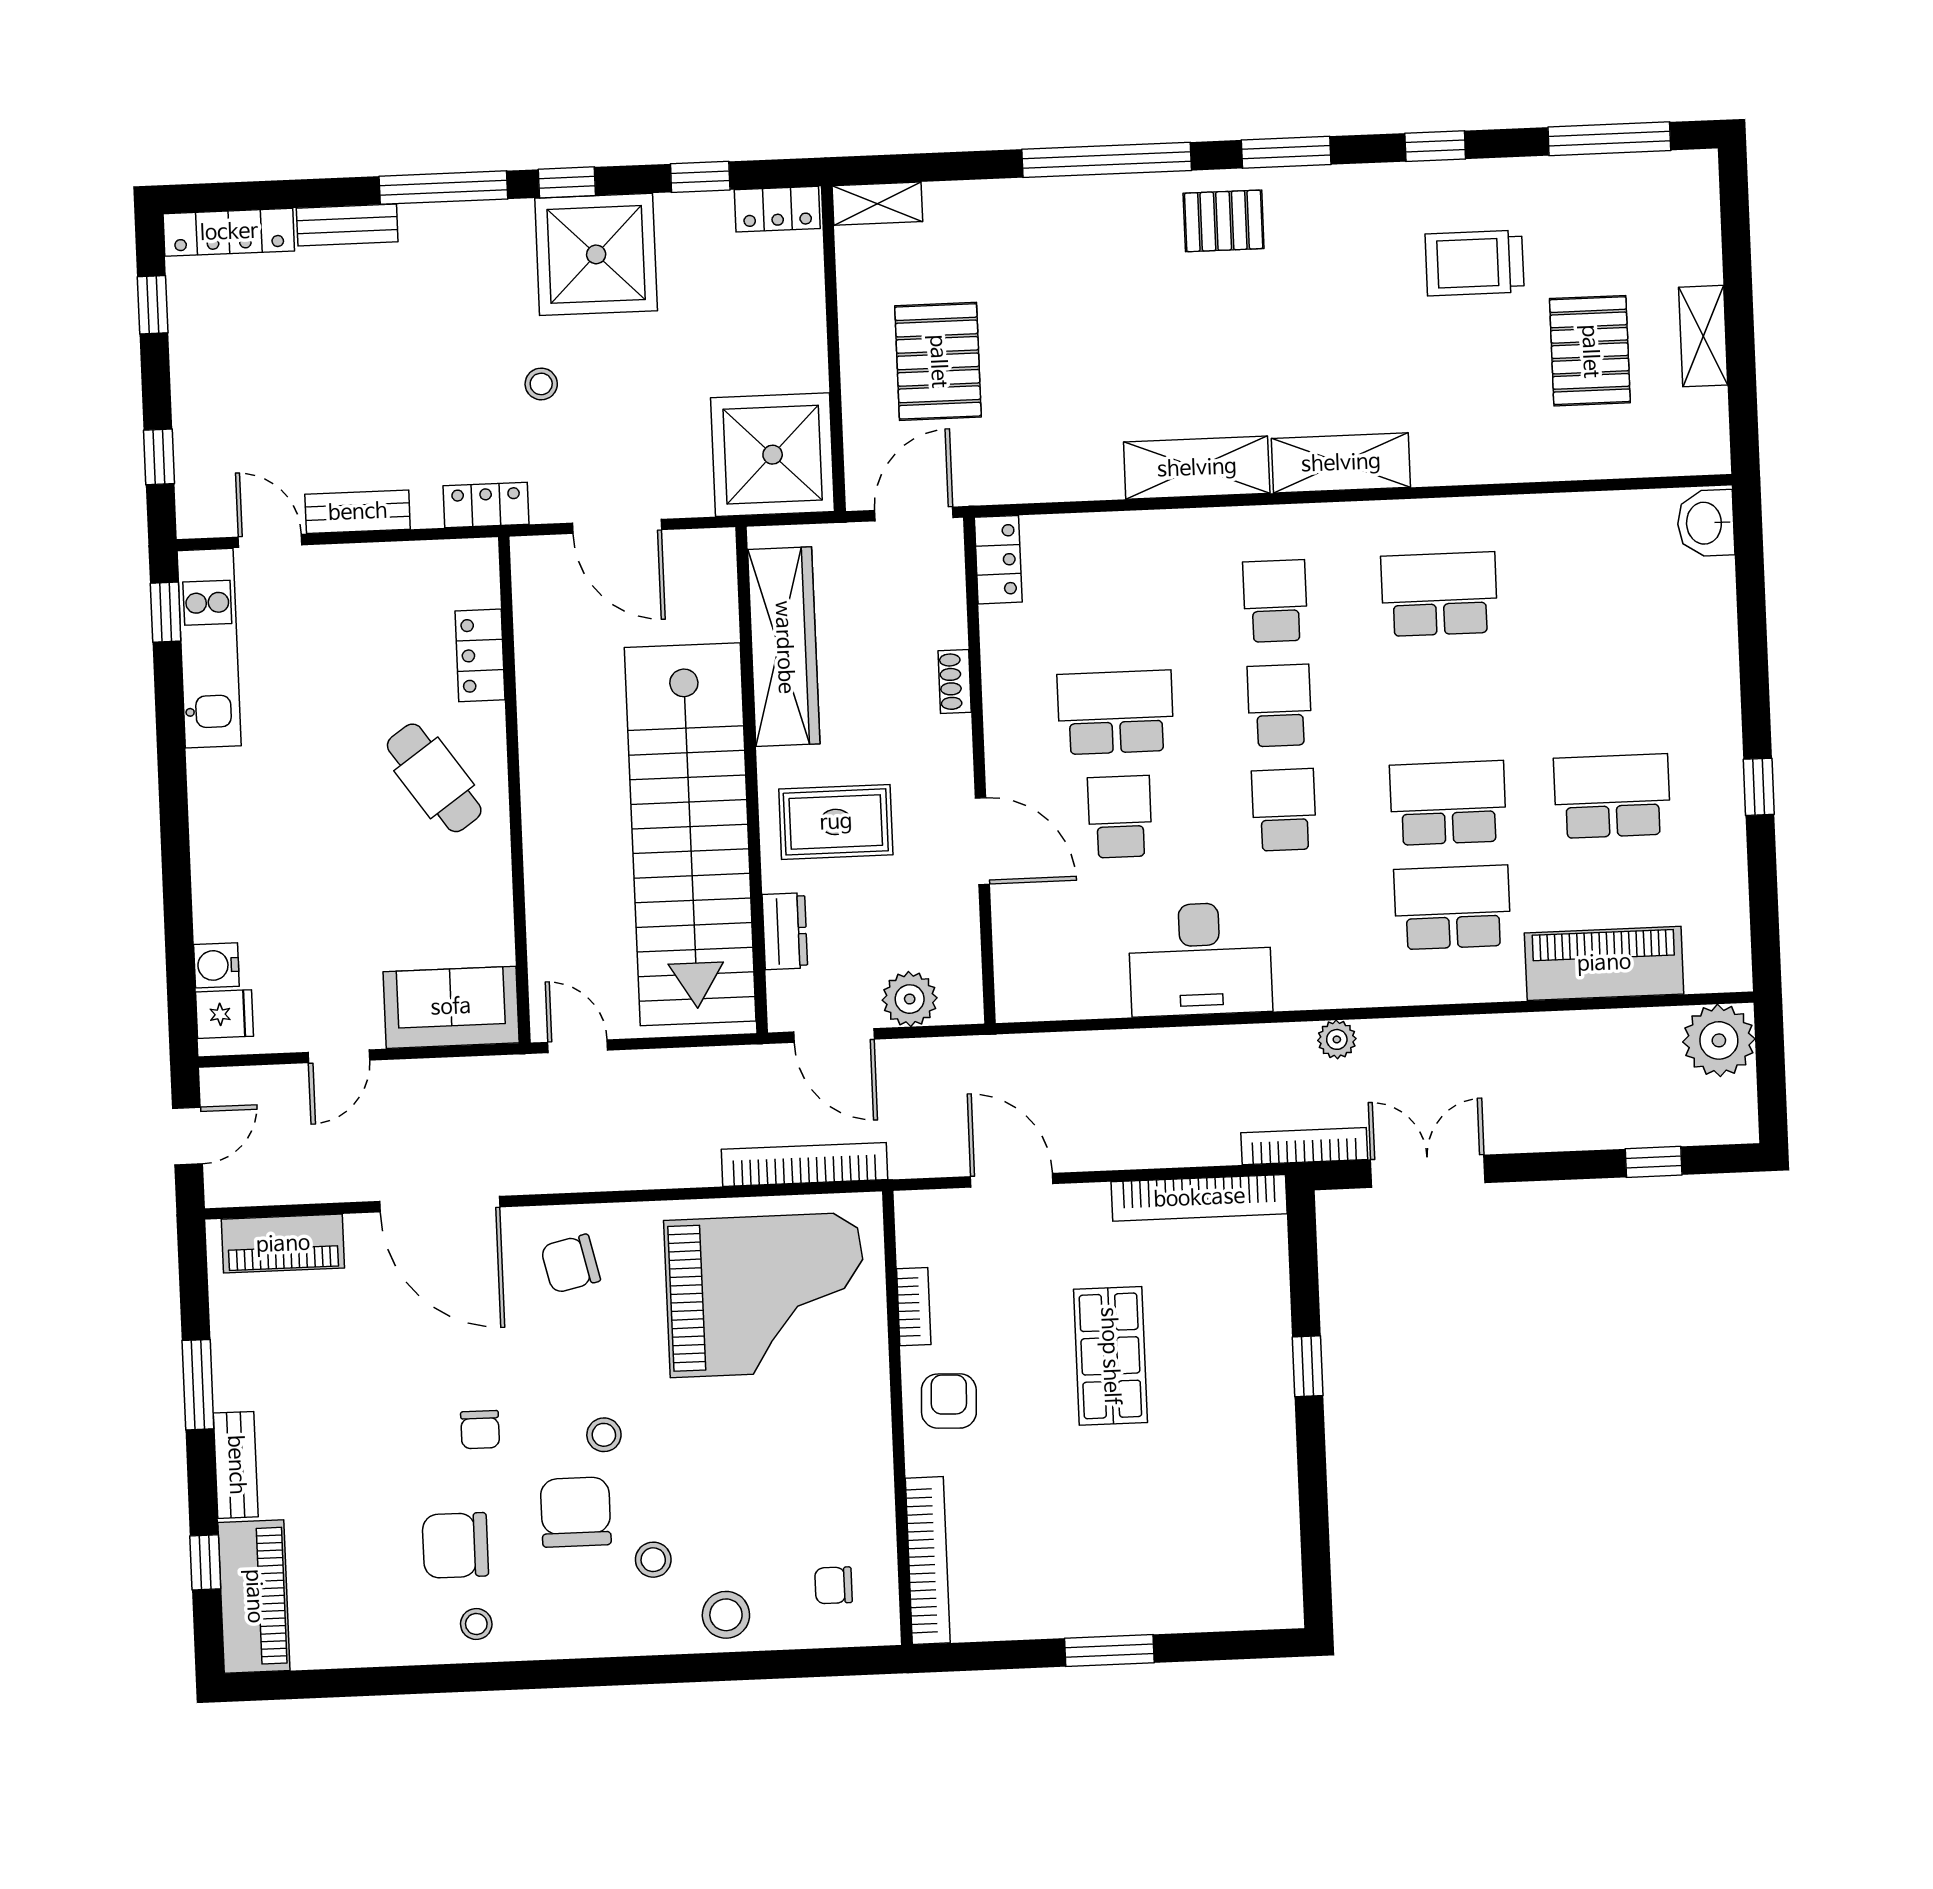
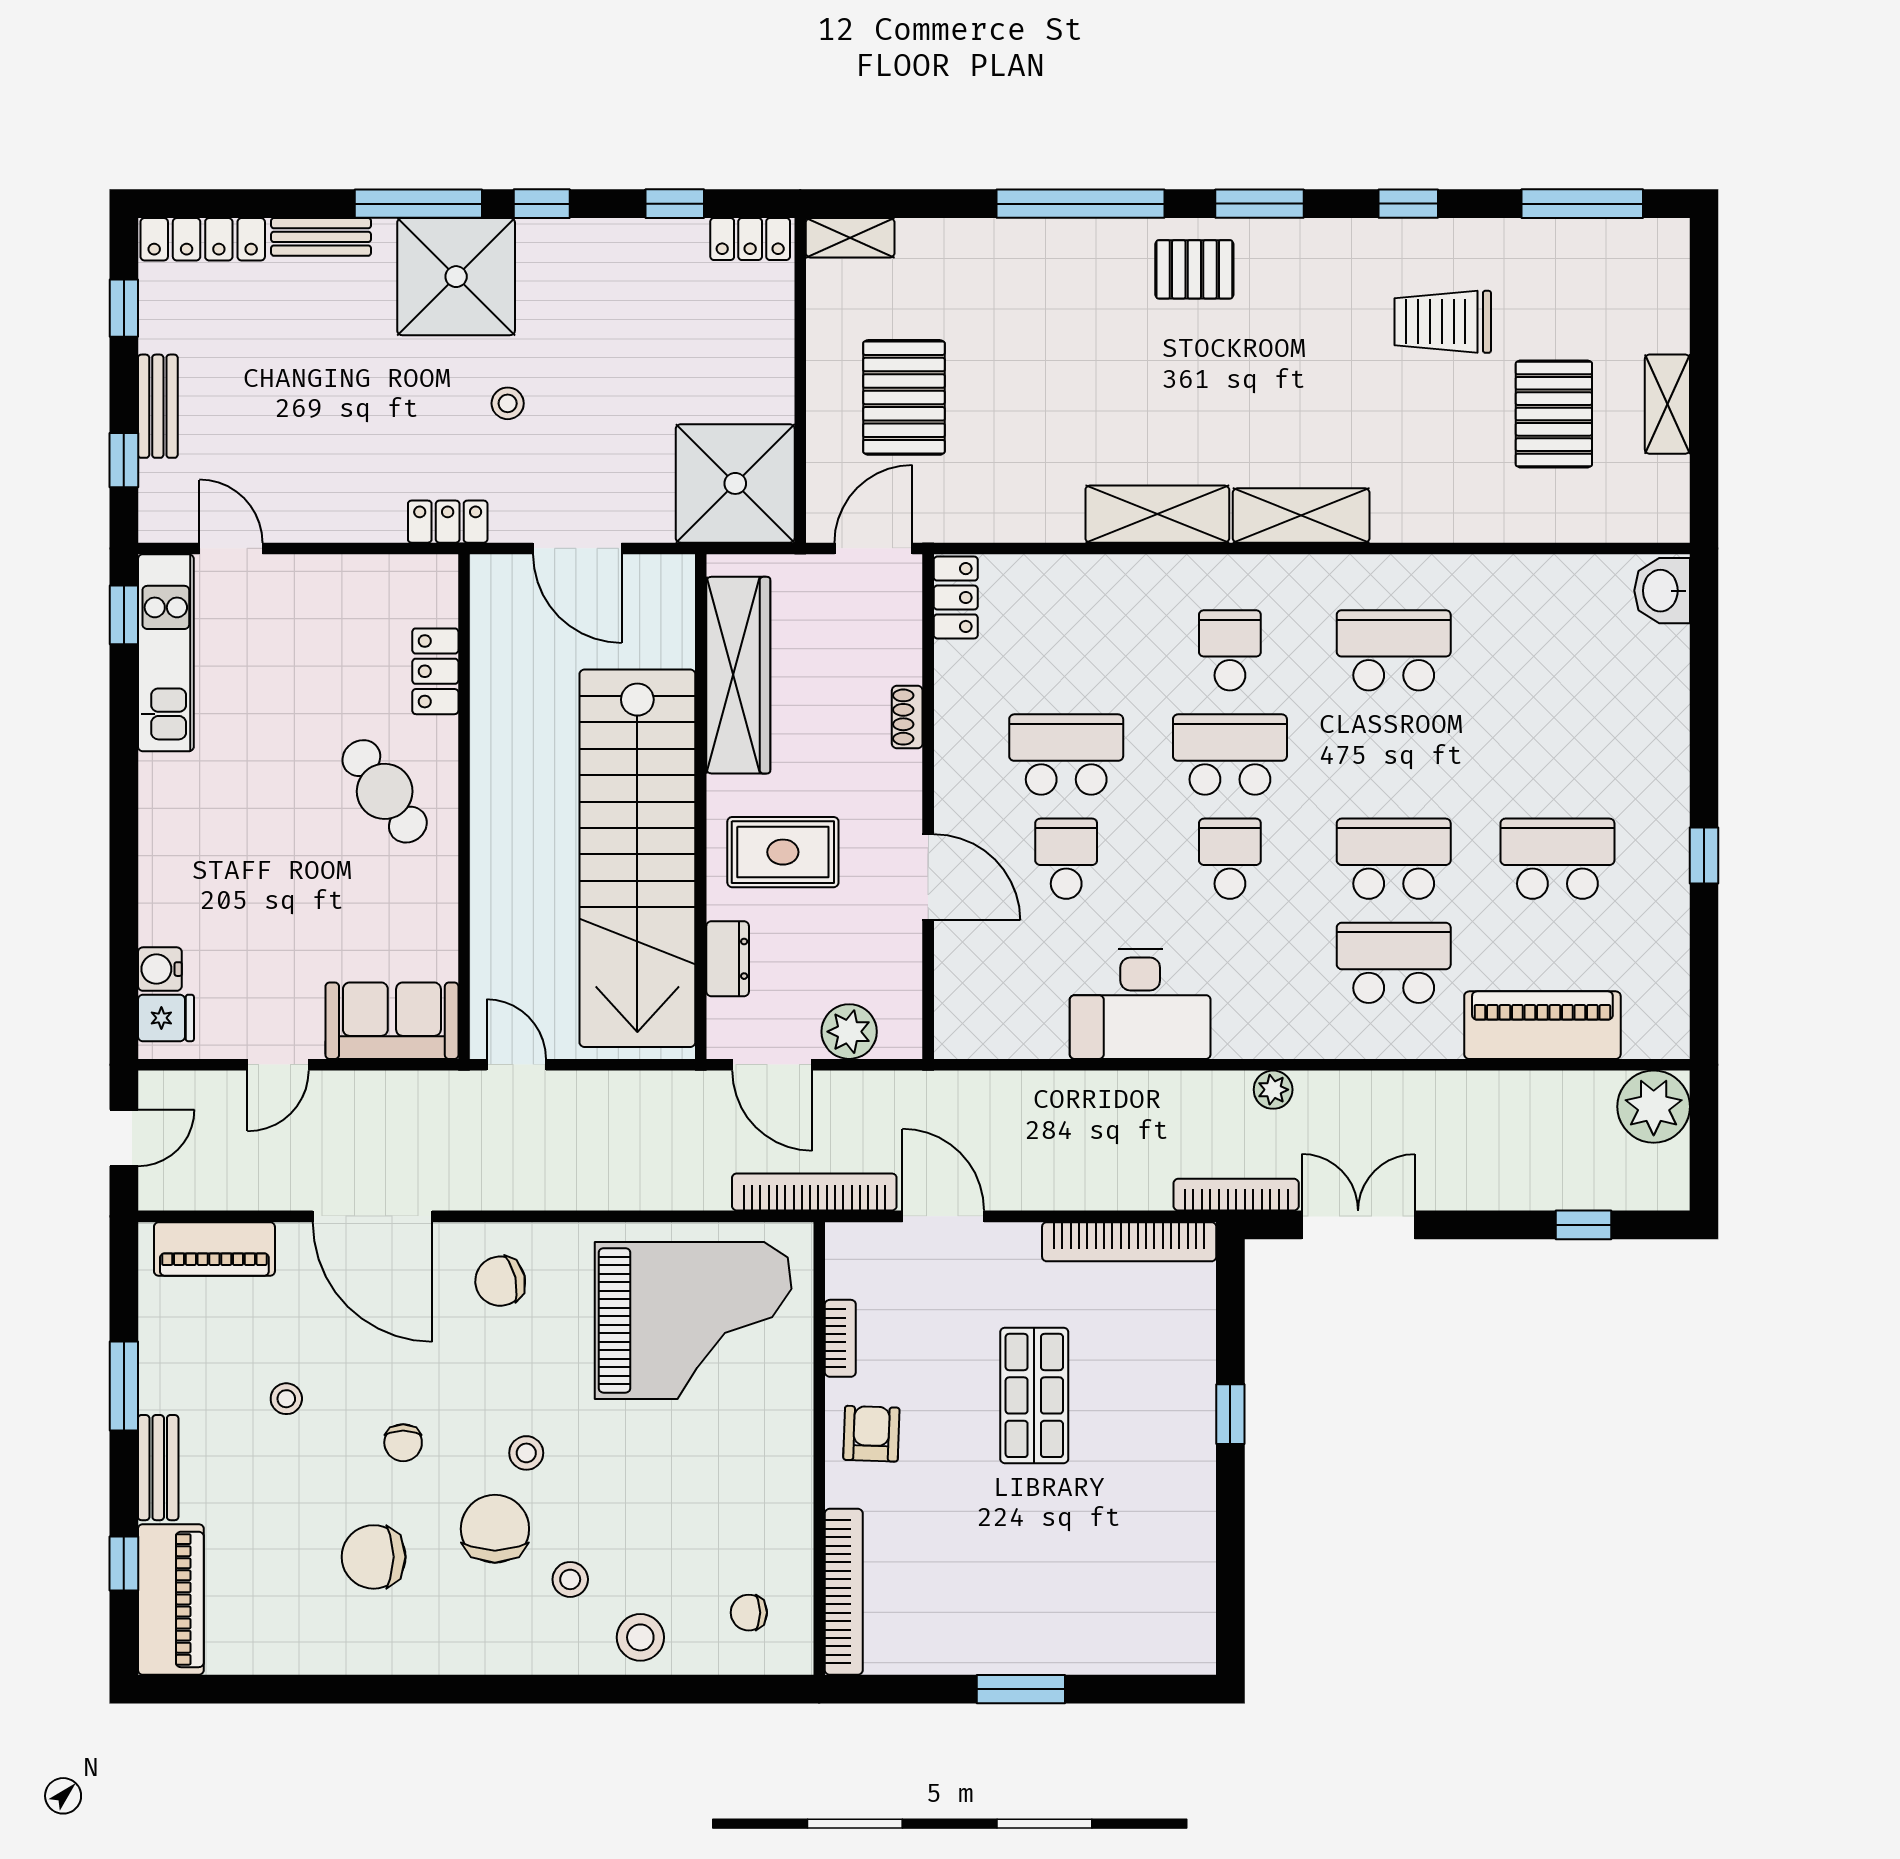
shower: (596, 254) -> (456, 277), moved
bench: (358, 512) -> (158, 406), moved, turned 90
school desk: (1280, 705) -> (1230, 754), width x1.85
bookcase: (804, 1164) -> (814, 1192), moved
stool: (476, 1624) -> (286, 1399), moved

